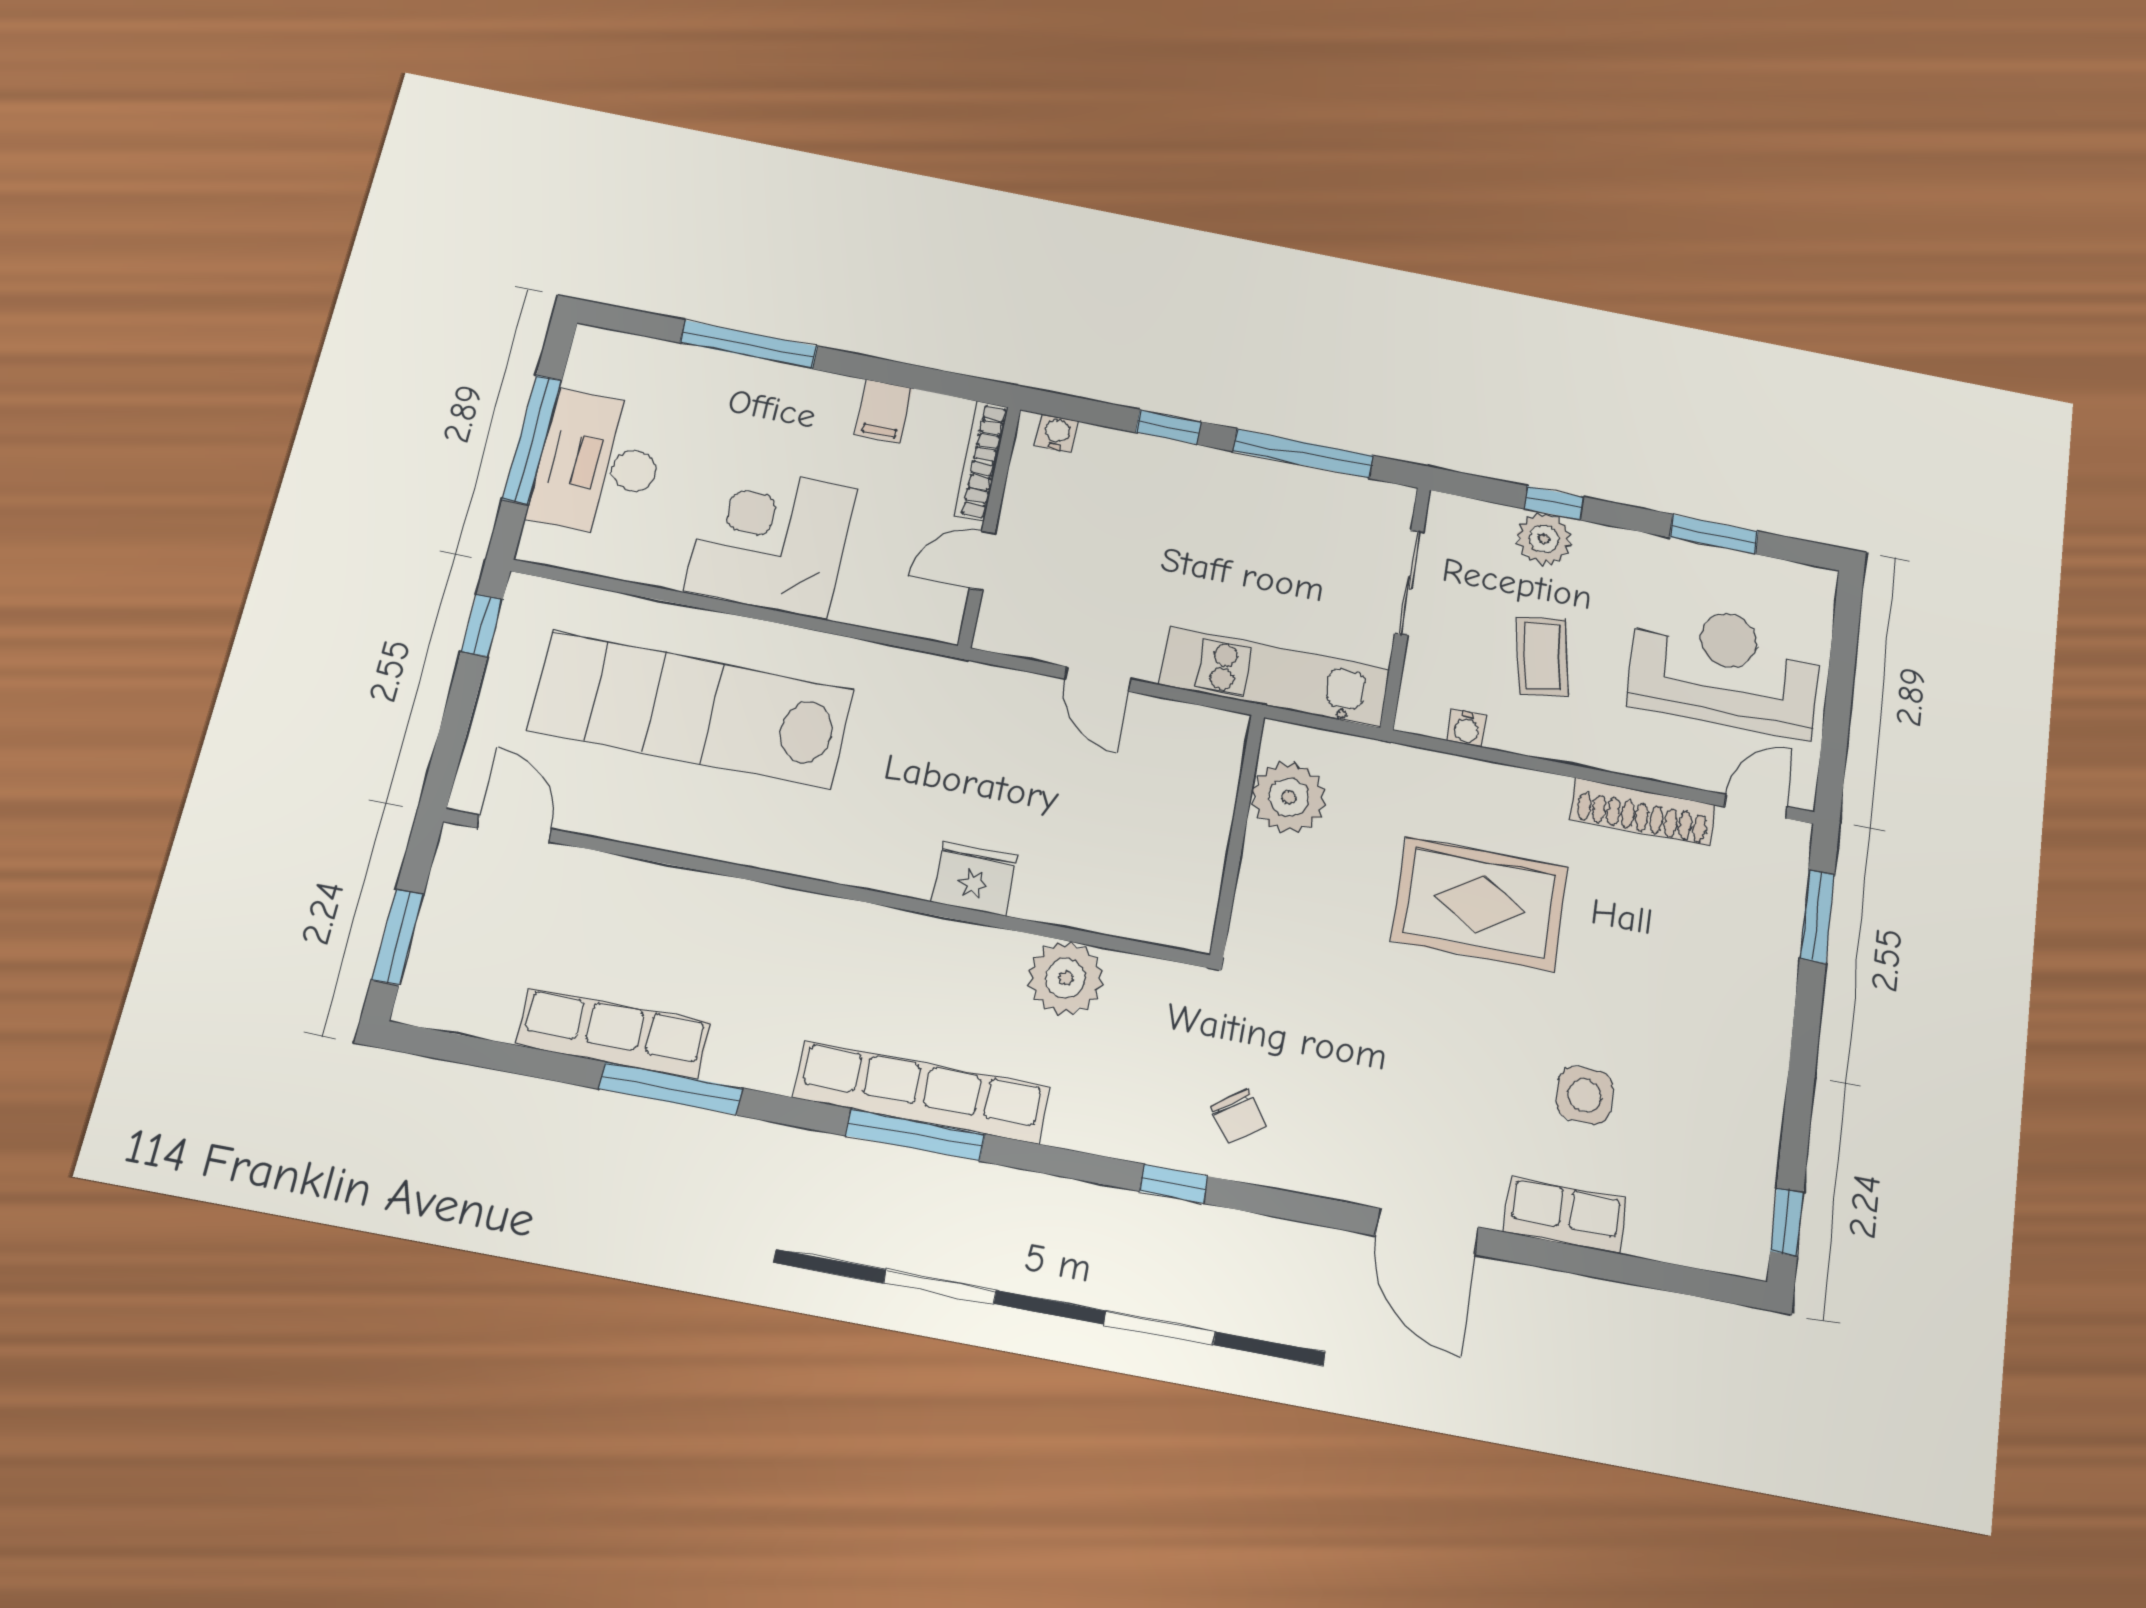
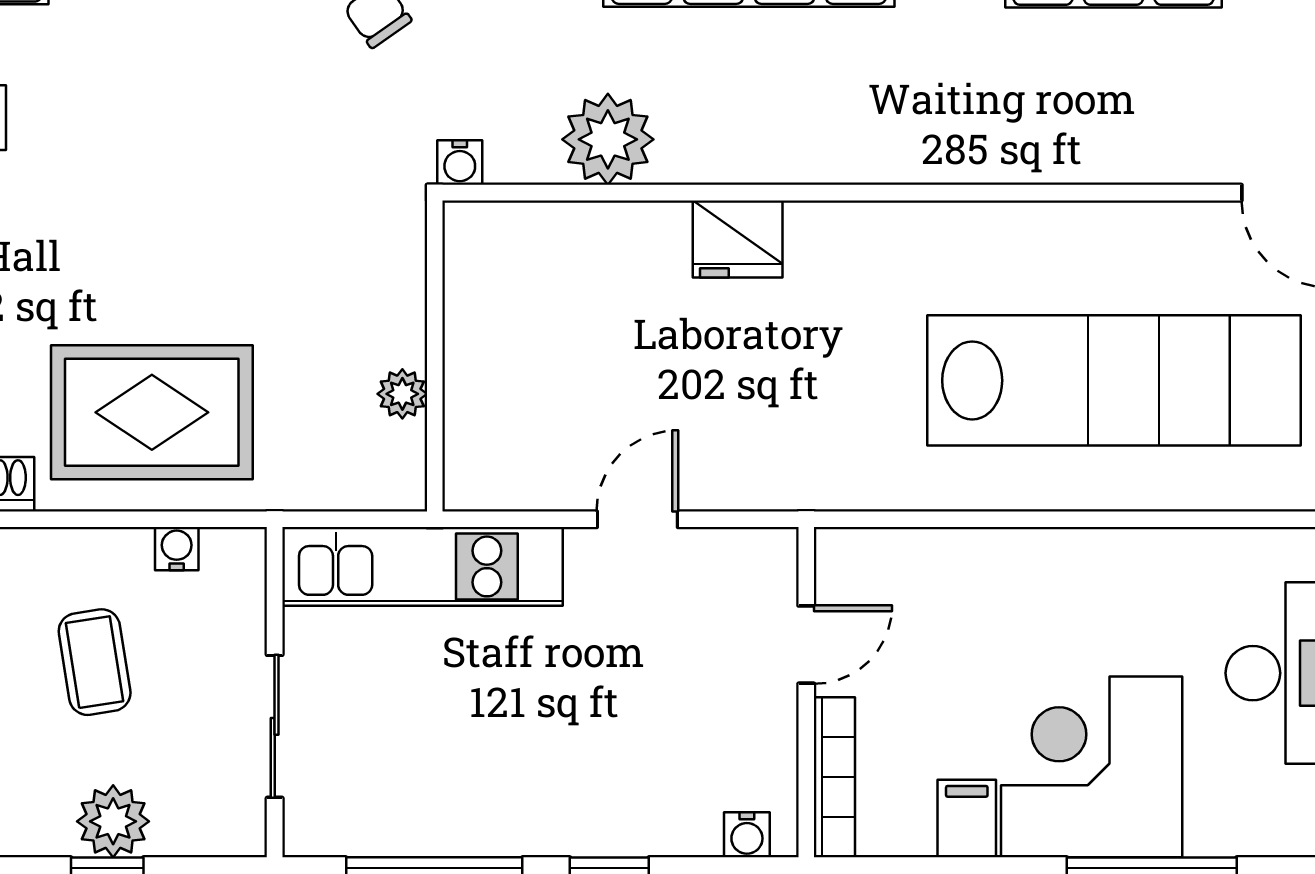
corner desk: (770, 540) -> (1092, 767), moved, turned 180
door: (1098, 679) -> (637, 519), hinge flipped
plant: (1289, 797) -> (402, 394), width x0.53, depth x0.53
rug: (1480, 904) -> (152, 412), moved
water cooler: (1191, 983) -> (460, 163), added

